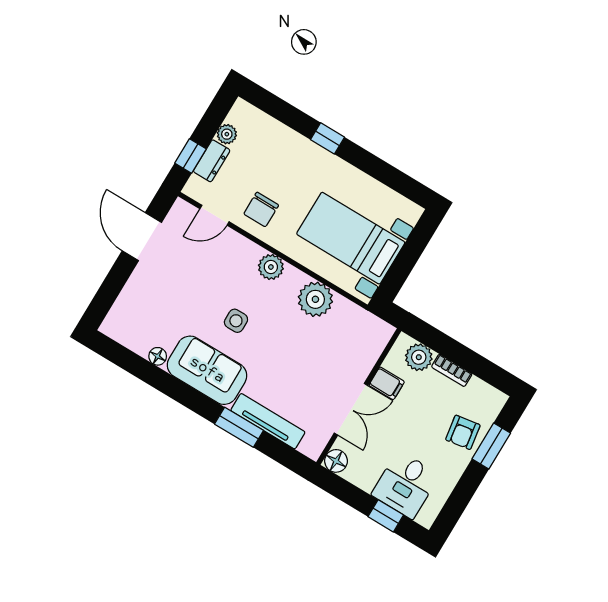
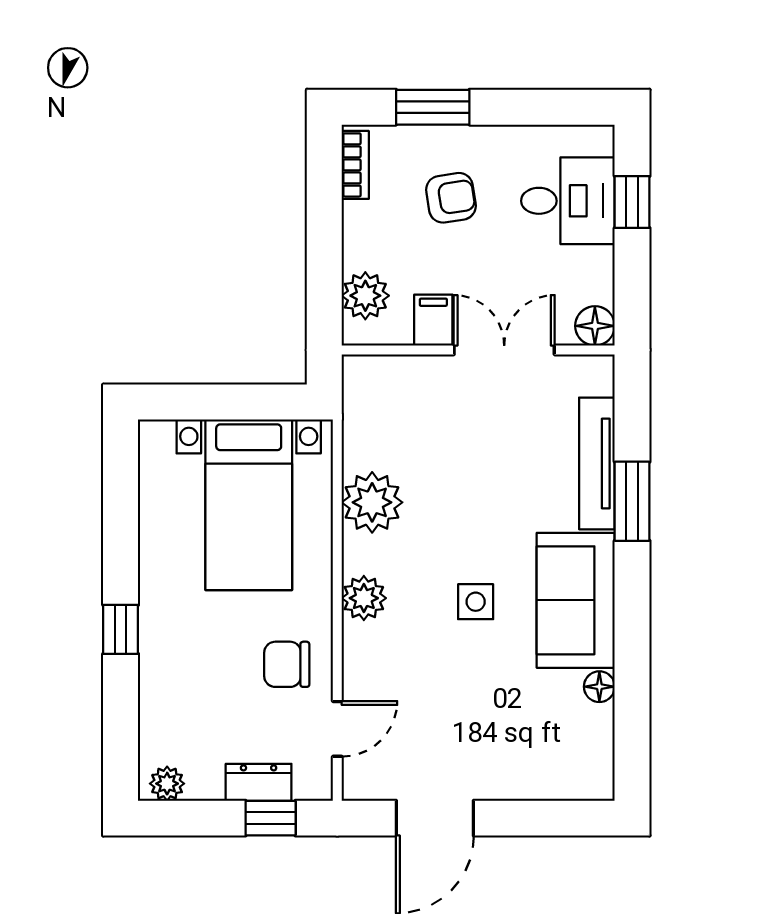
plant: (227, 134) -> (167, 784), moved
chair: (261, 210) -> (287, 664), turned 180
door: (215, 215) -> (337, 729), hinge flipped
bookcase: (452, 370) -> (355, 165), moved
armchair: (463, 432) -> (451, 198), moved

